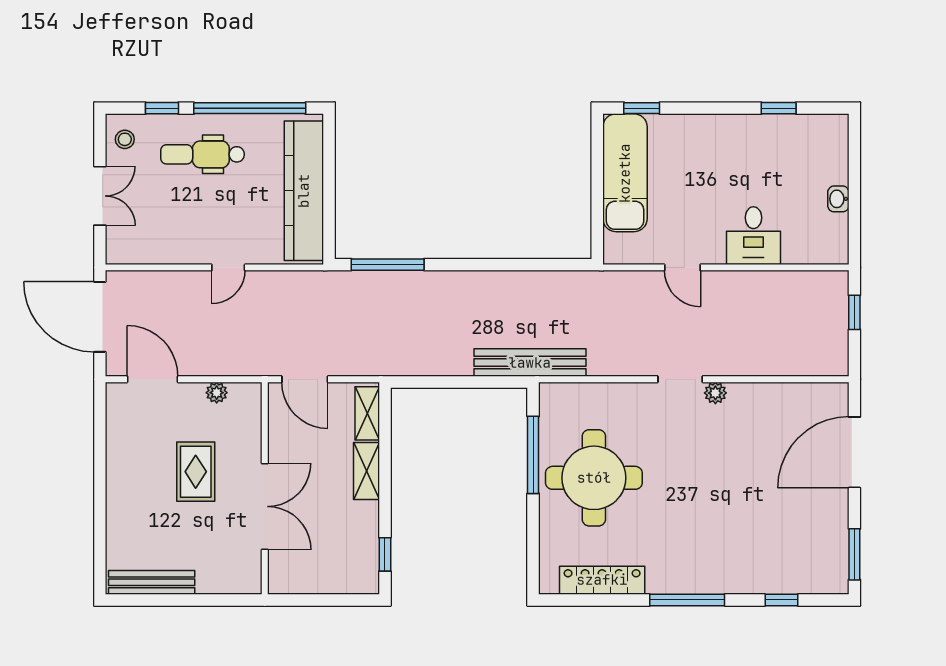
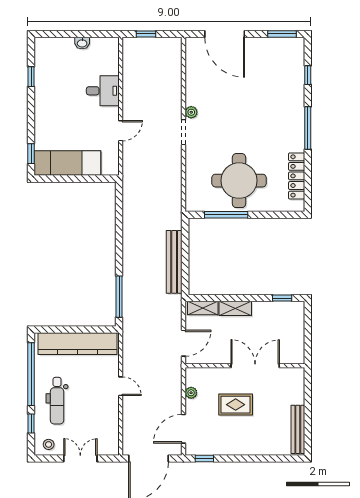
bench: (530, 363) -> (174, 262), moved
window: (100, 416) -> (204, 458), added

